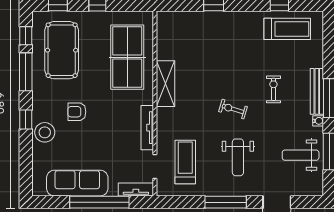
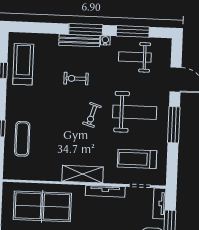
exercise mat: (203, 31) -> (22, 139), added
shelving: (166, 84) -> (83, 174), moved
weight bench: (301, 155) -> (135, 57), turned 90
weight bench: (238, 157) -> (135, 112), width x1.36, depth x1.33

